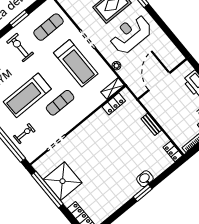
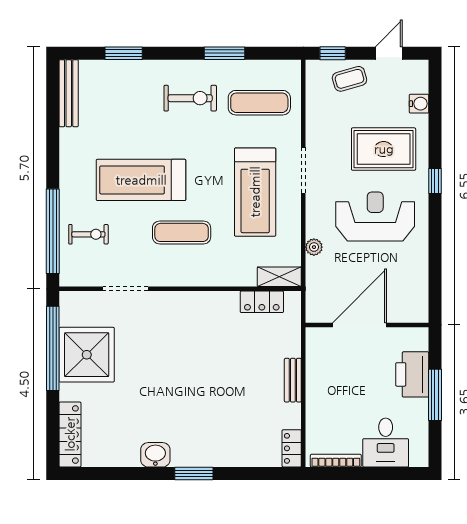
exercise bike: (20, 48) -> (190, 98), turned 90
washbasin: (145, 179) -> (155, 455), moved

